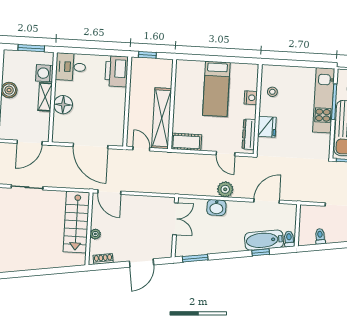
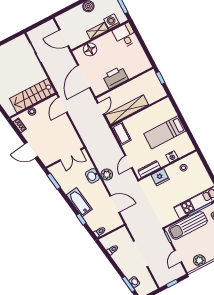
printer: (117, 71) -> (115, 77), moved
floor lamp: (63, 105) -> (90, 49), moved
bathtub: (264, 240) -> (79, 202), moved

